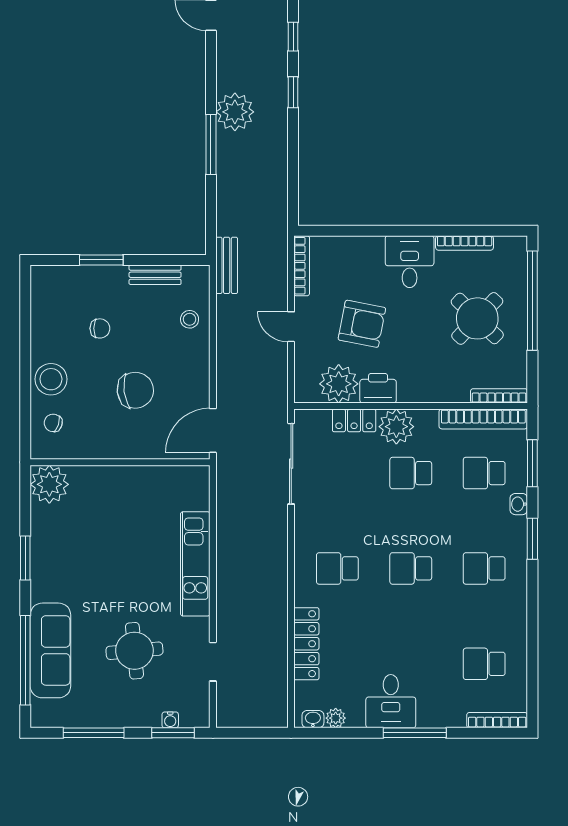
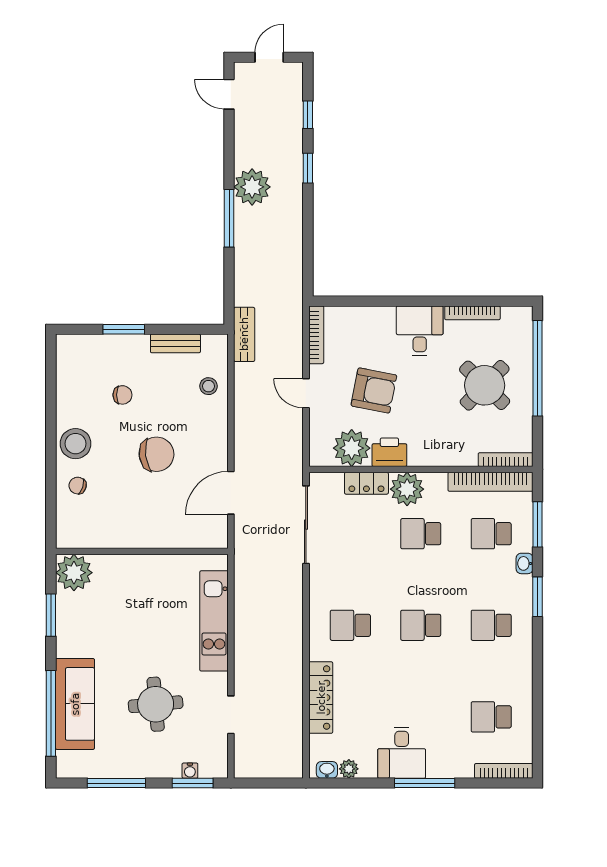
wall: (120, 462) -> (142, 551), moved
plant: (49, 484) -> (74, 573), moved

